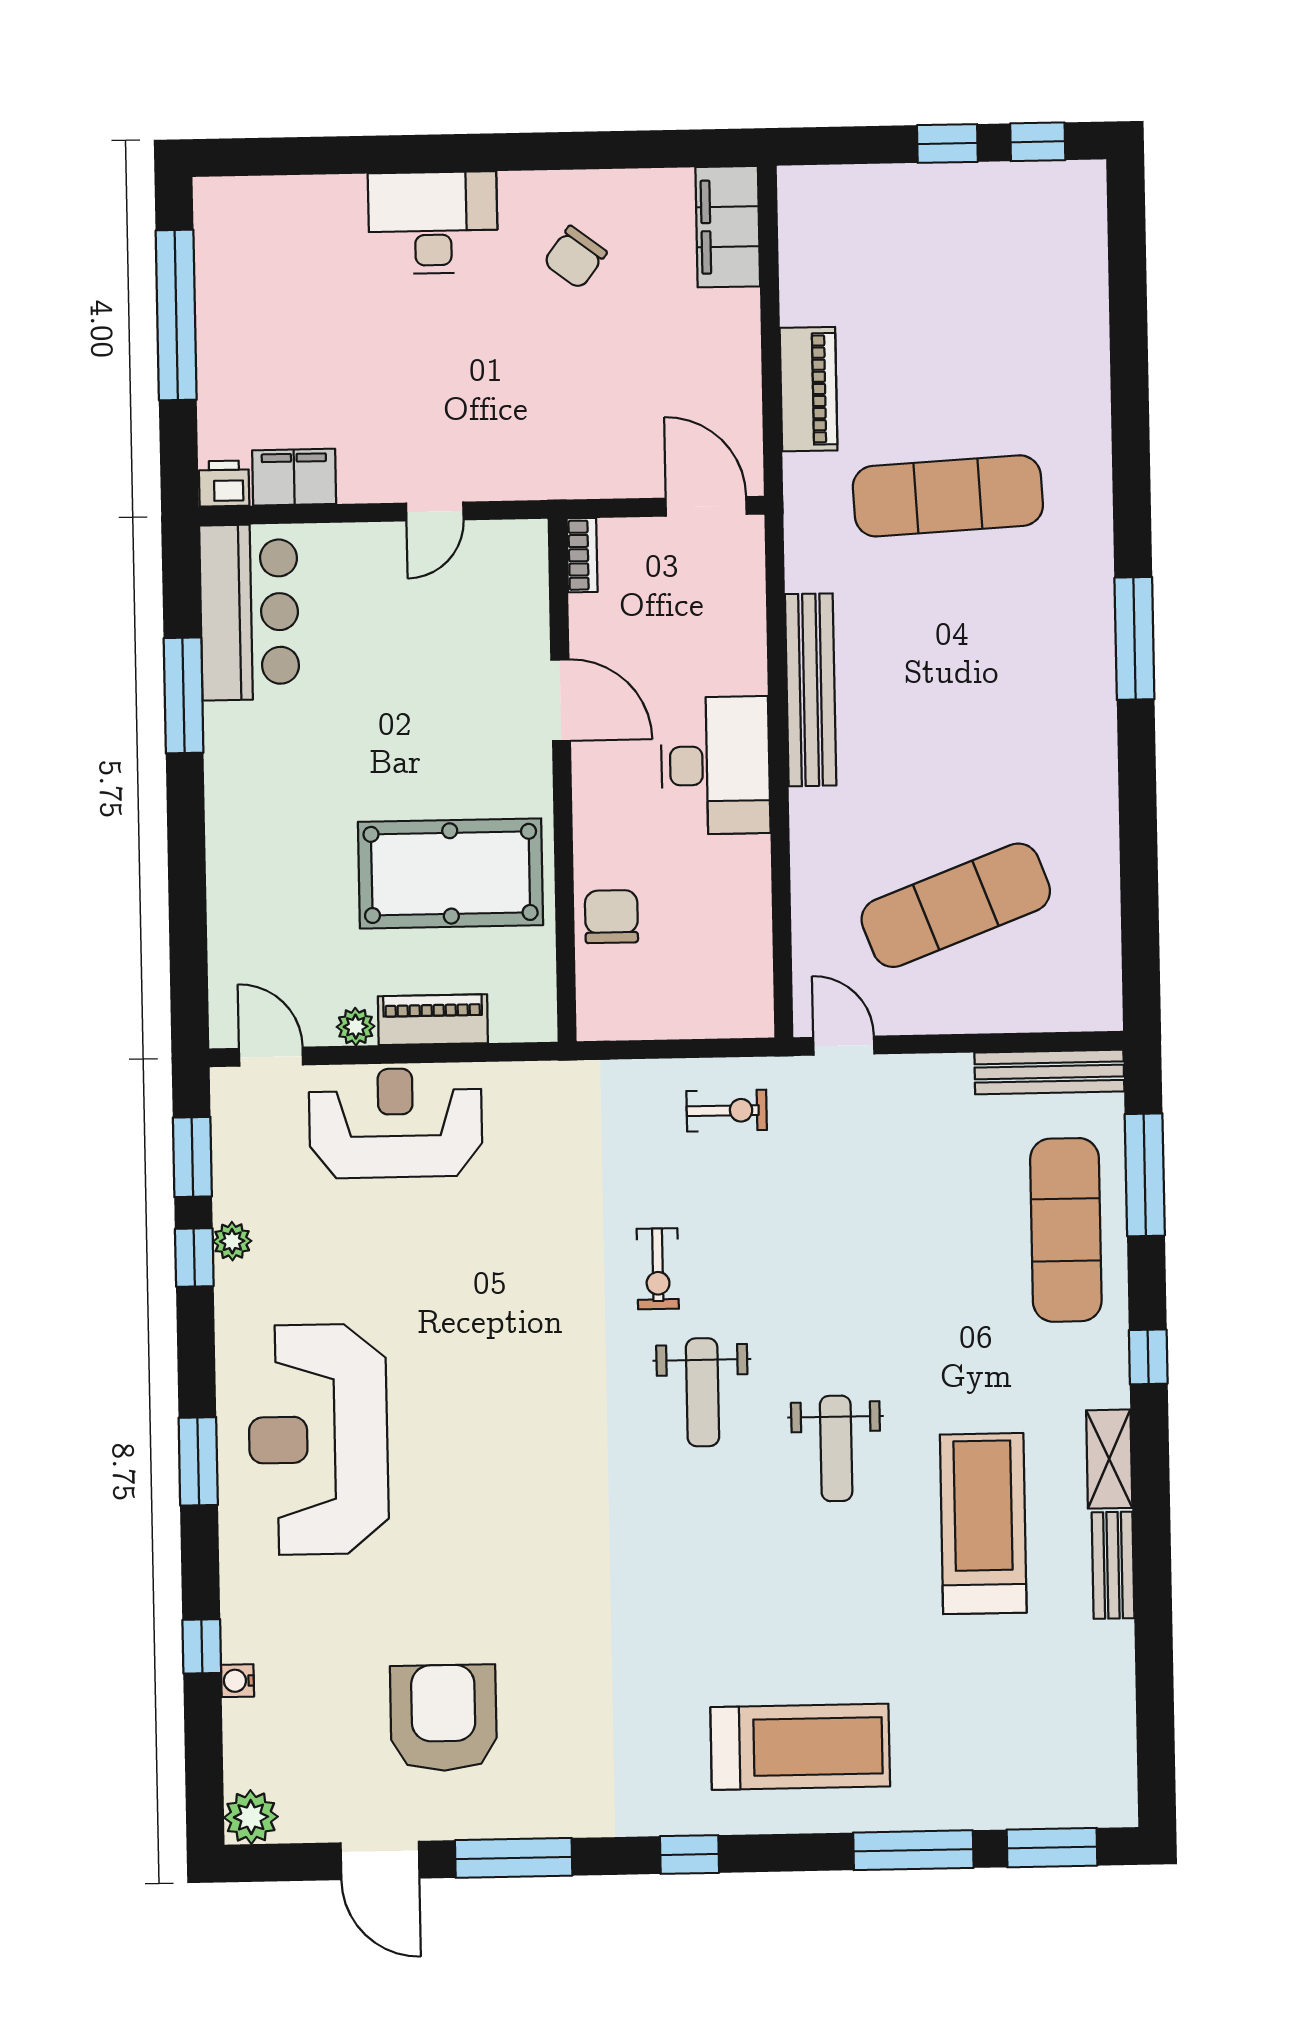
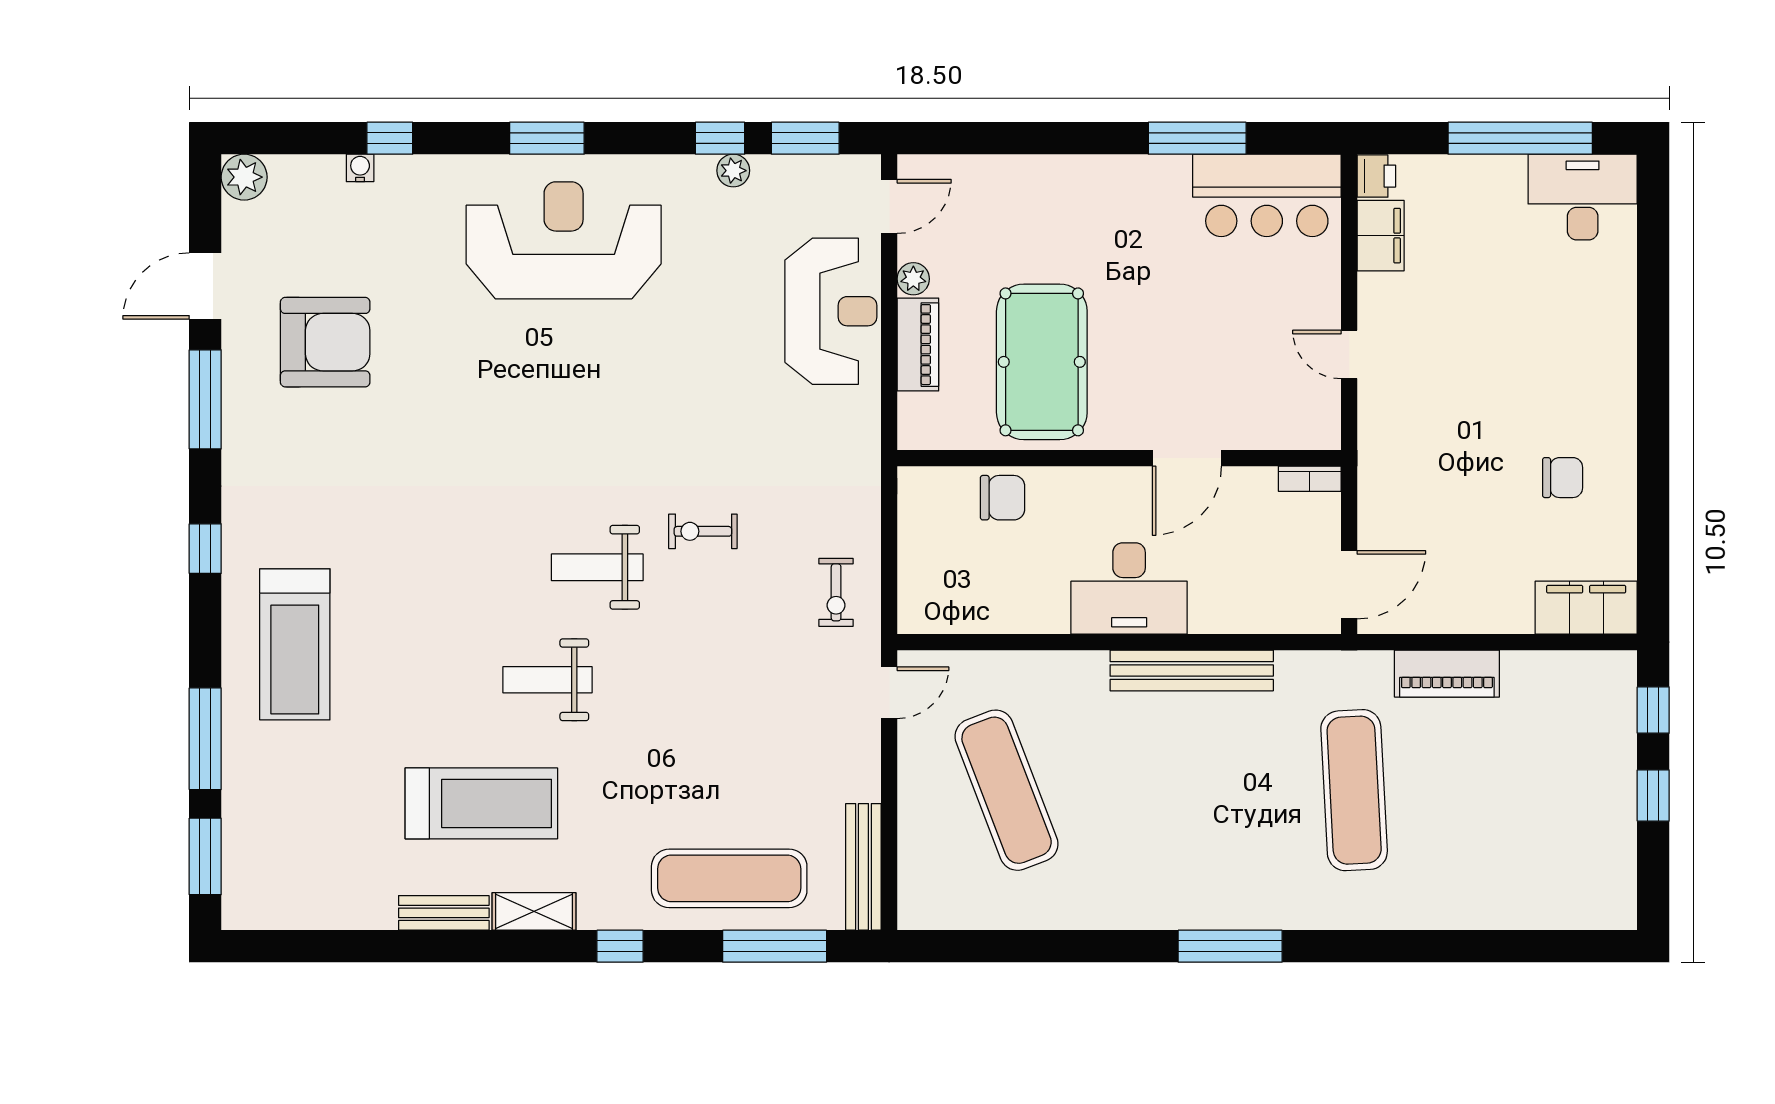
window: (1038, 142) -> (1653, 710), moved
desk: (433, 223) -> (1583, 197), moved, turned -90
chair: (575, 257) -> (1563, 478), turned 143

